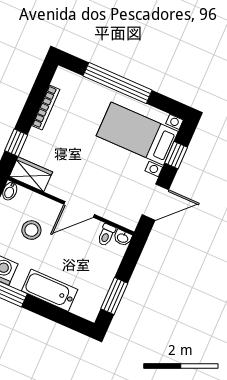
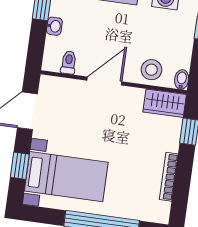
stool: (31, 230) -> (151, 70), moved
washbasin: (123, 238) -> (54, 26), moved, turned 90

